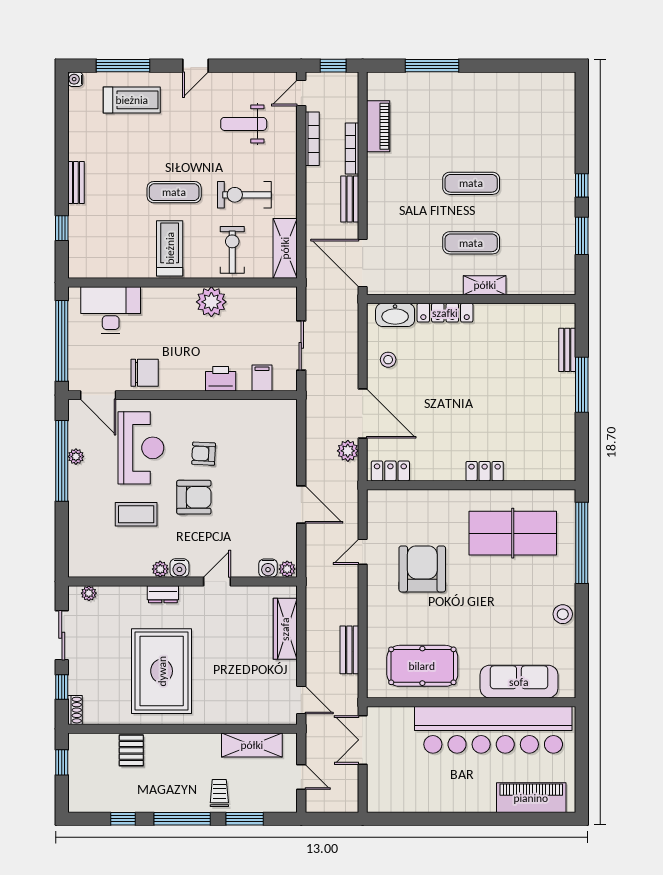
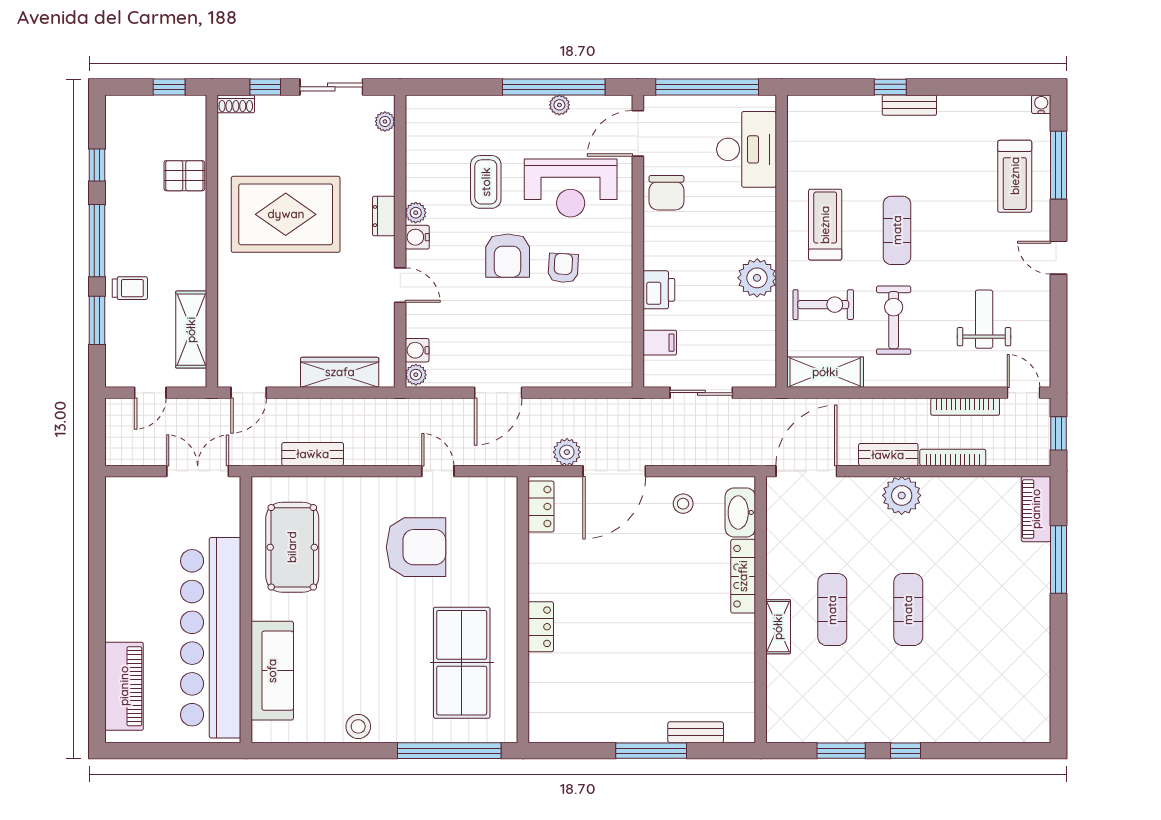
piano: (378, 126) -> (1036, 509), moved, turned 90
plant: (382, 188) -> (902, 495), added
window: (62, 228) -> (890, 87), moved
treadmill: (170, 248) -> (825, 225), turned -90

